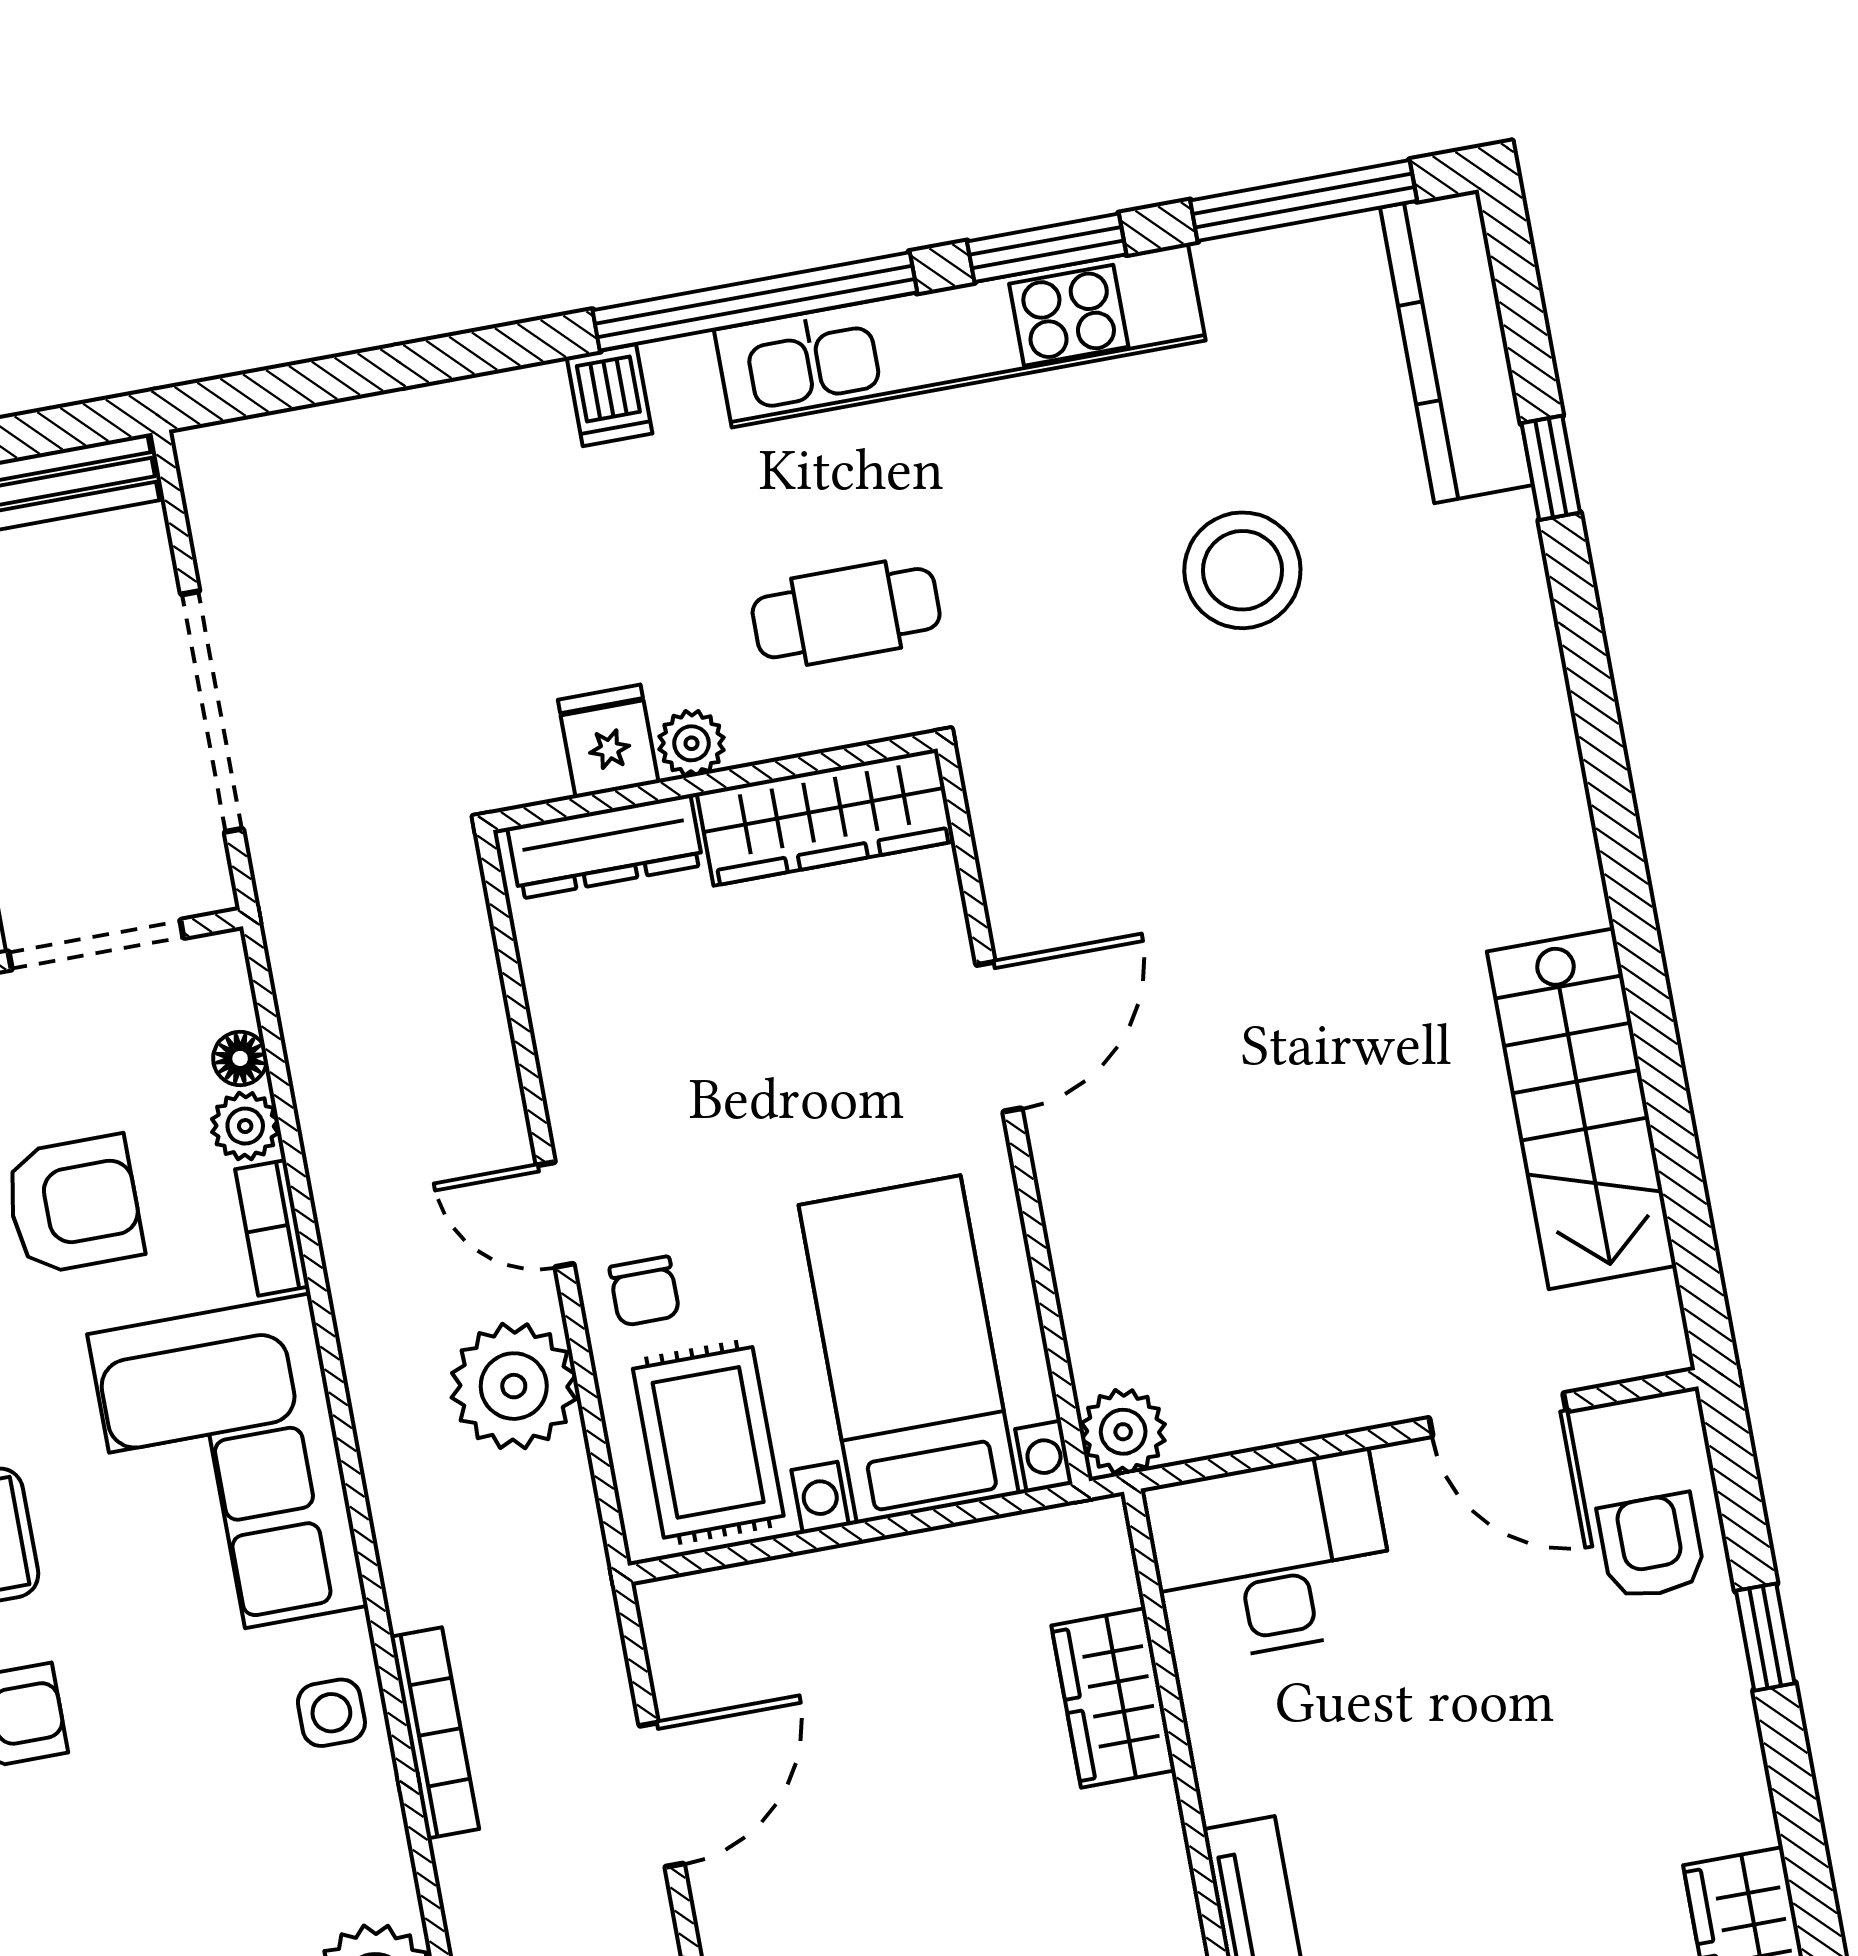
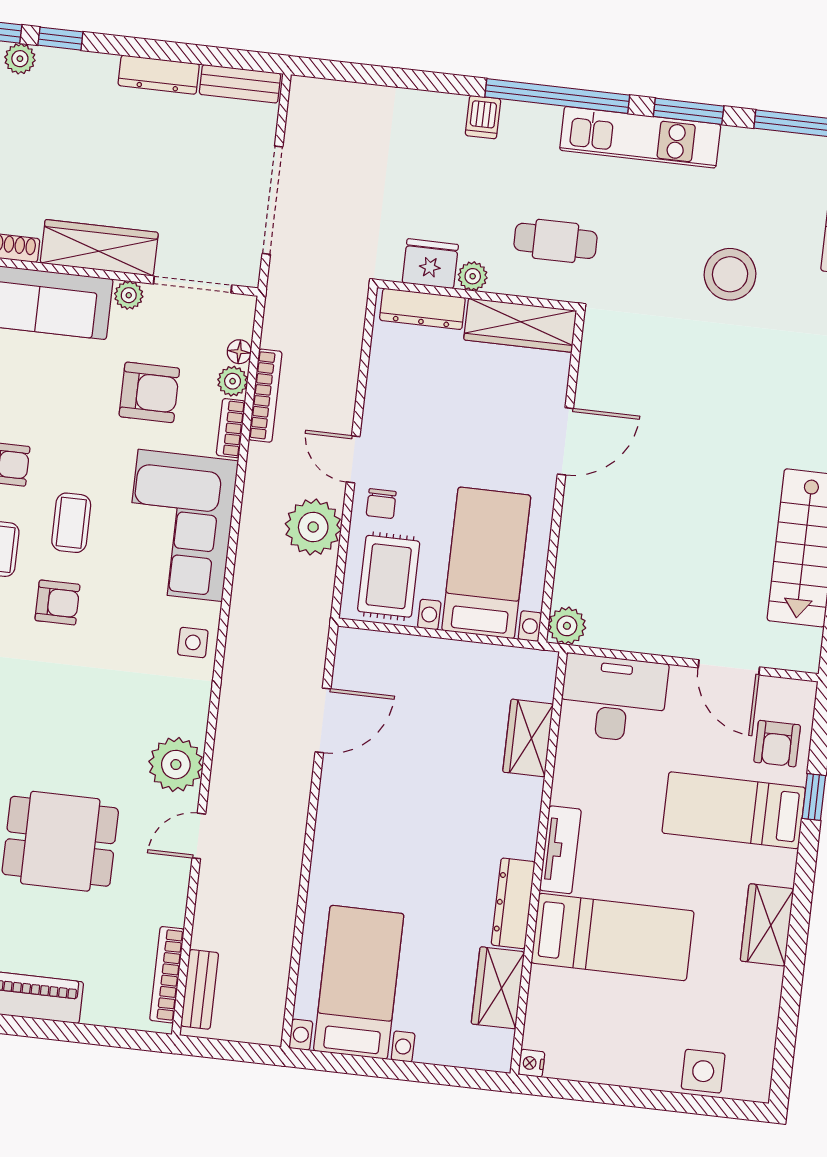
kitchen unit: (960, 335) -> (640, 137), width x0.73
fridge: (608, 741) -> (430, 264), width x1.38
armchair: (1651, 1546) -> (777, 744), turned 180
bed: (1602, 1718) -> (734, 810), added
bookcase: (435, 1733) -> (265, 396), moved

